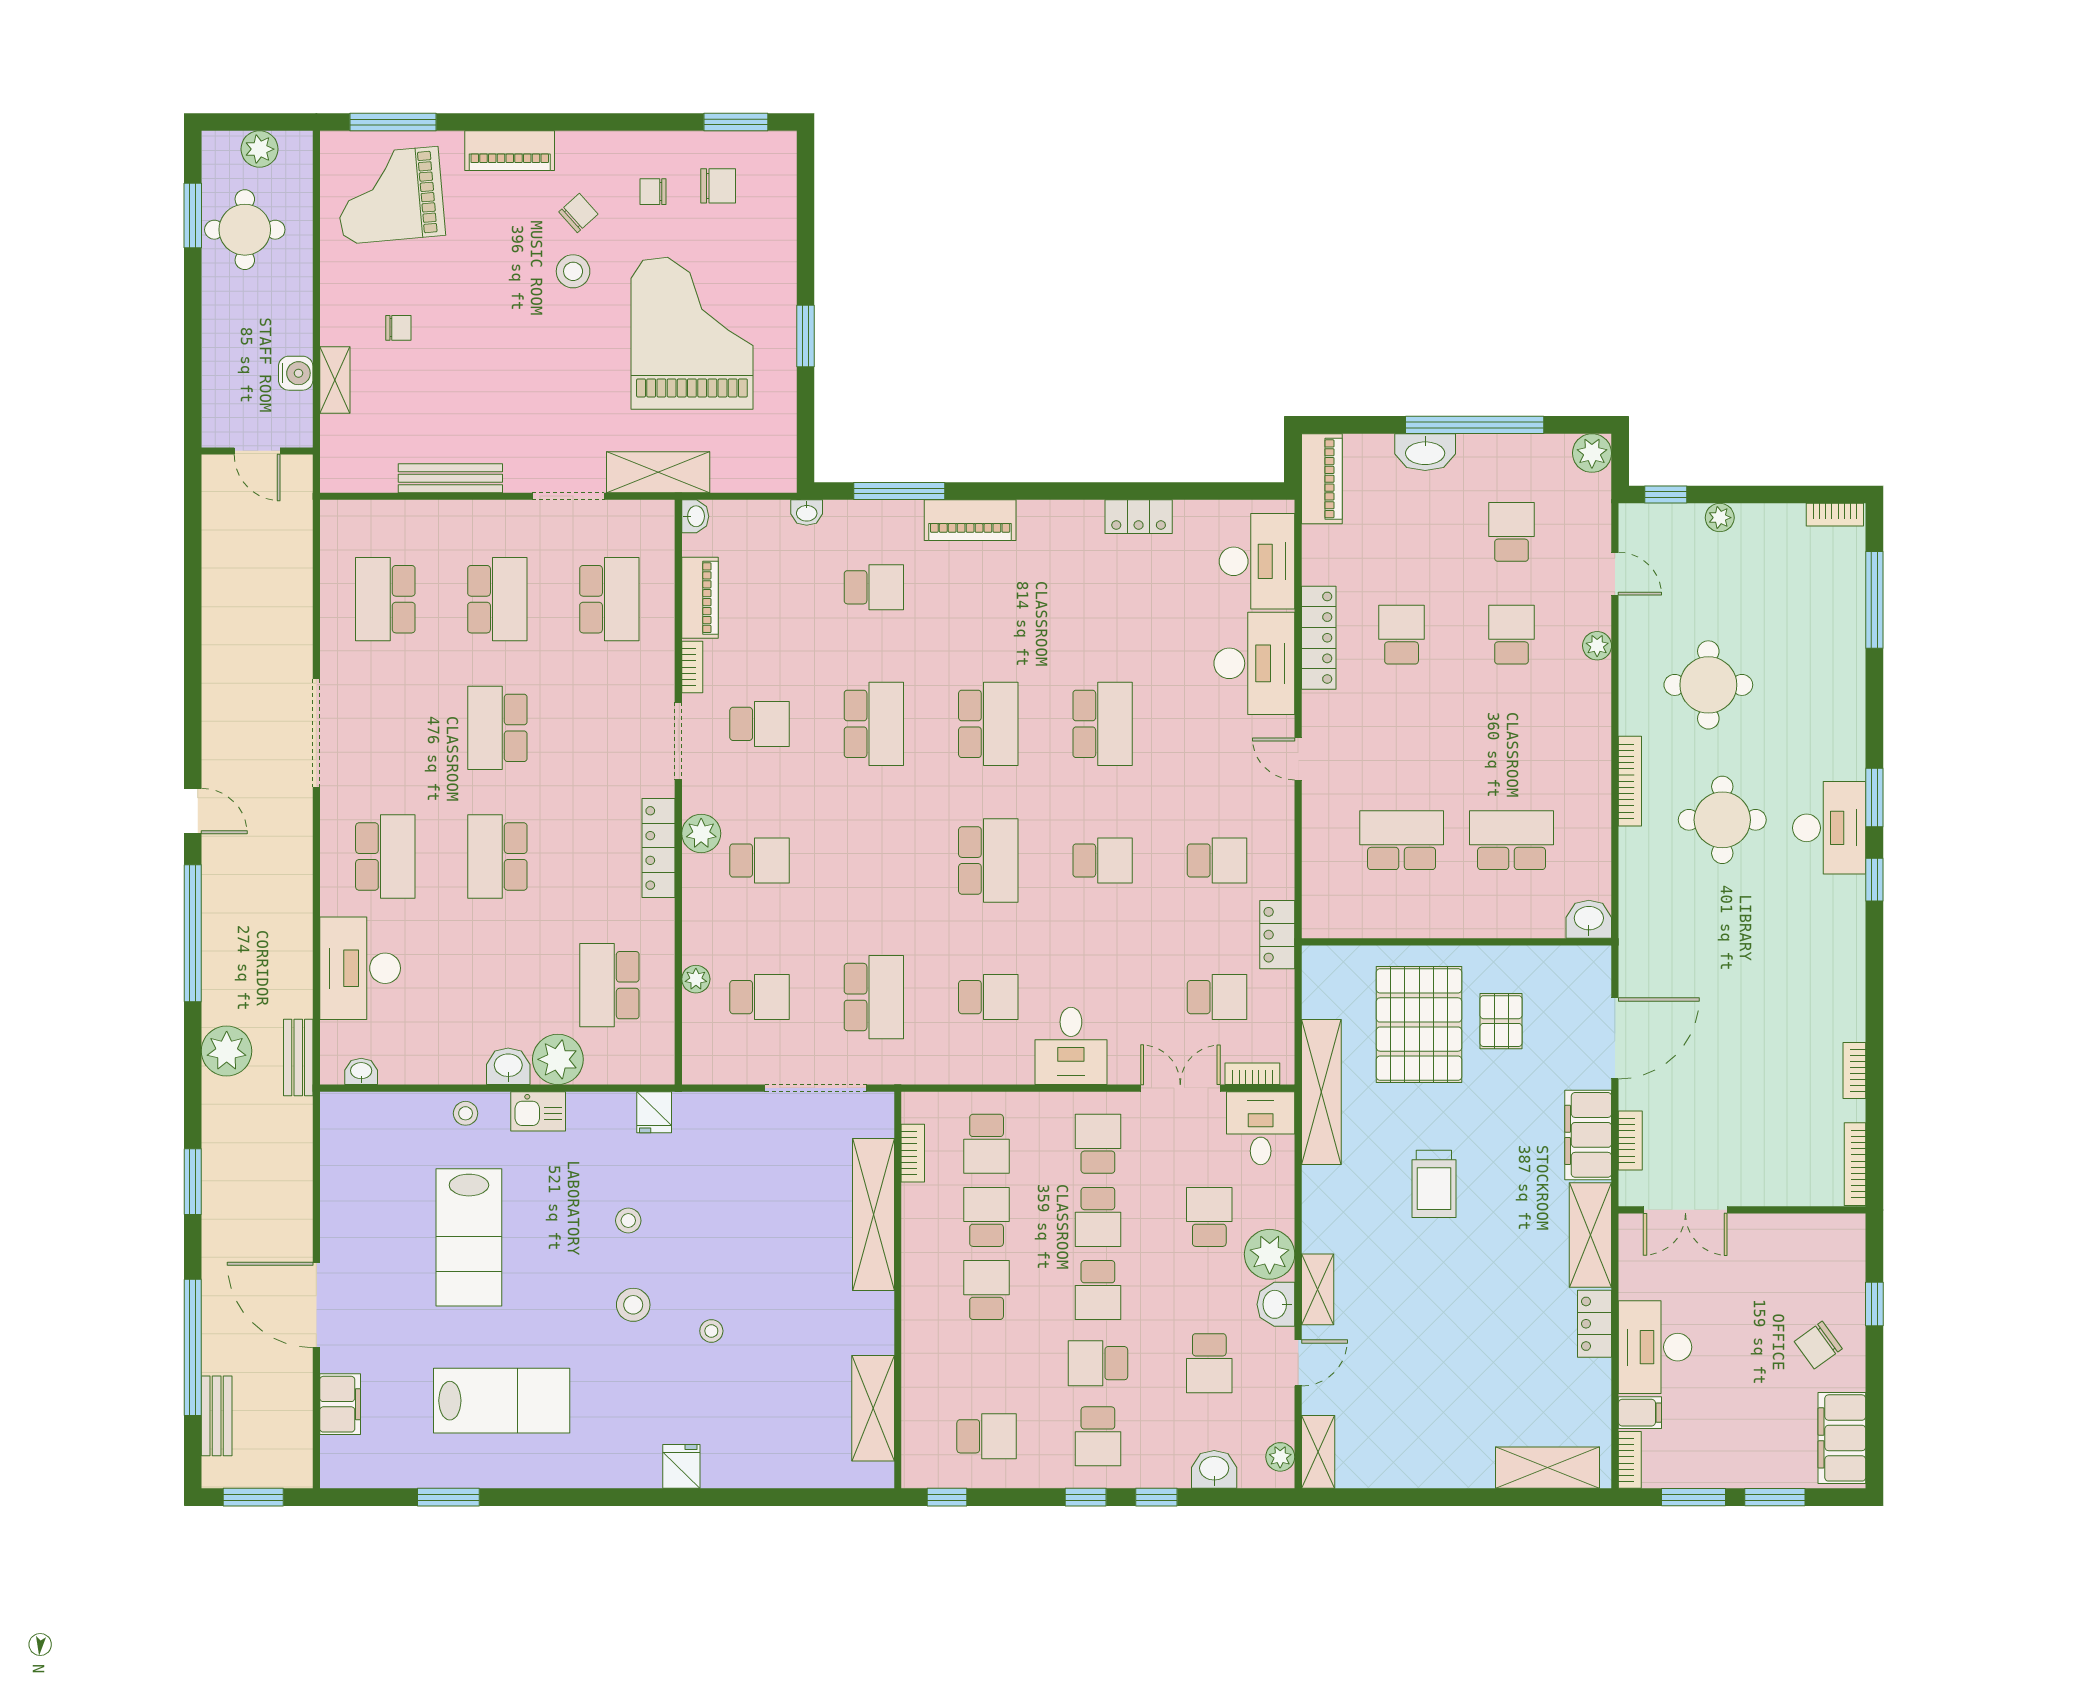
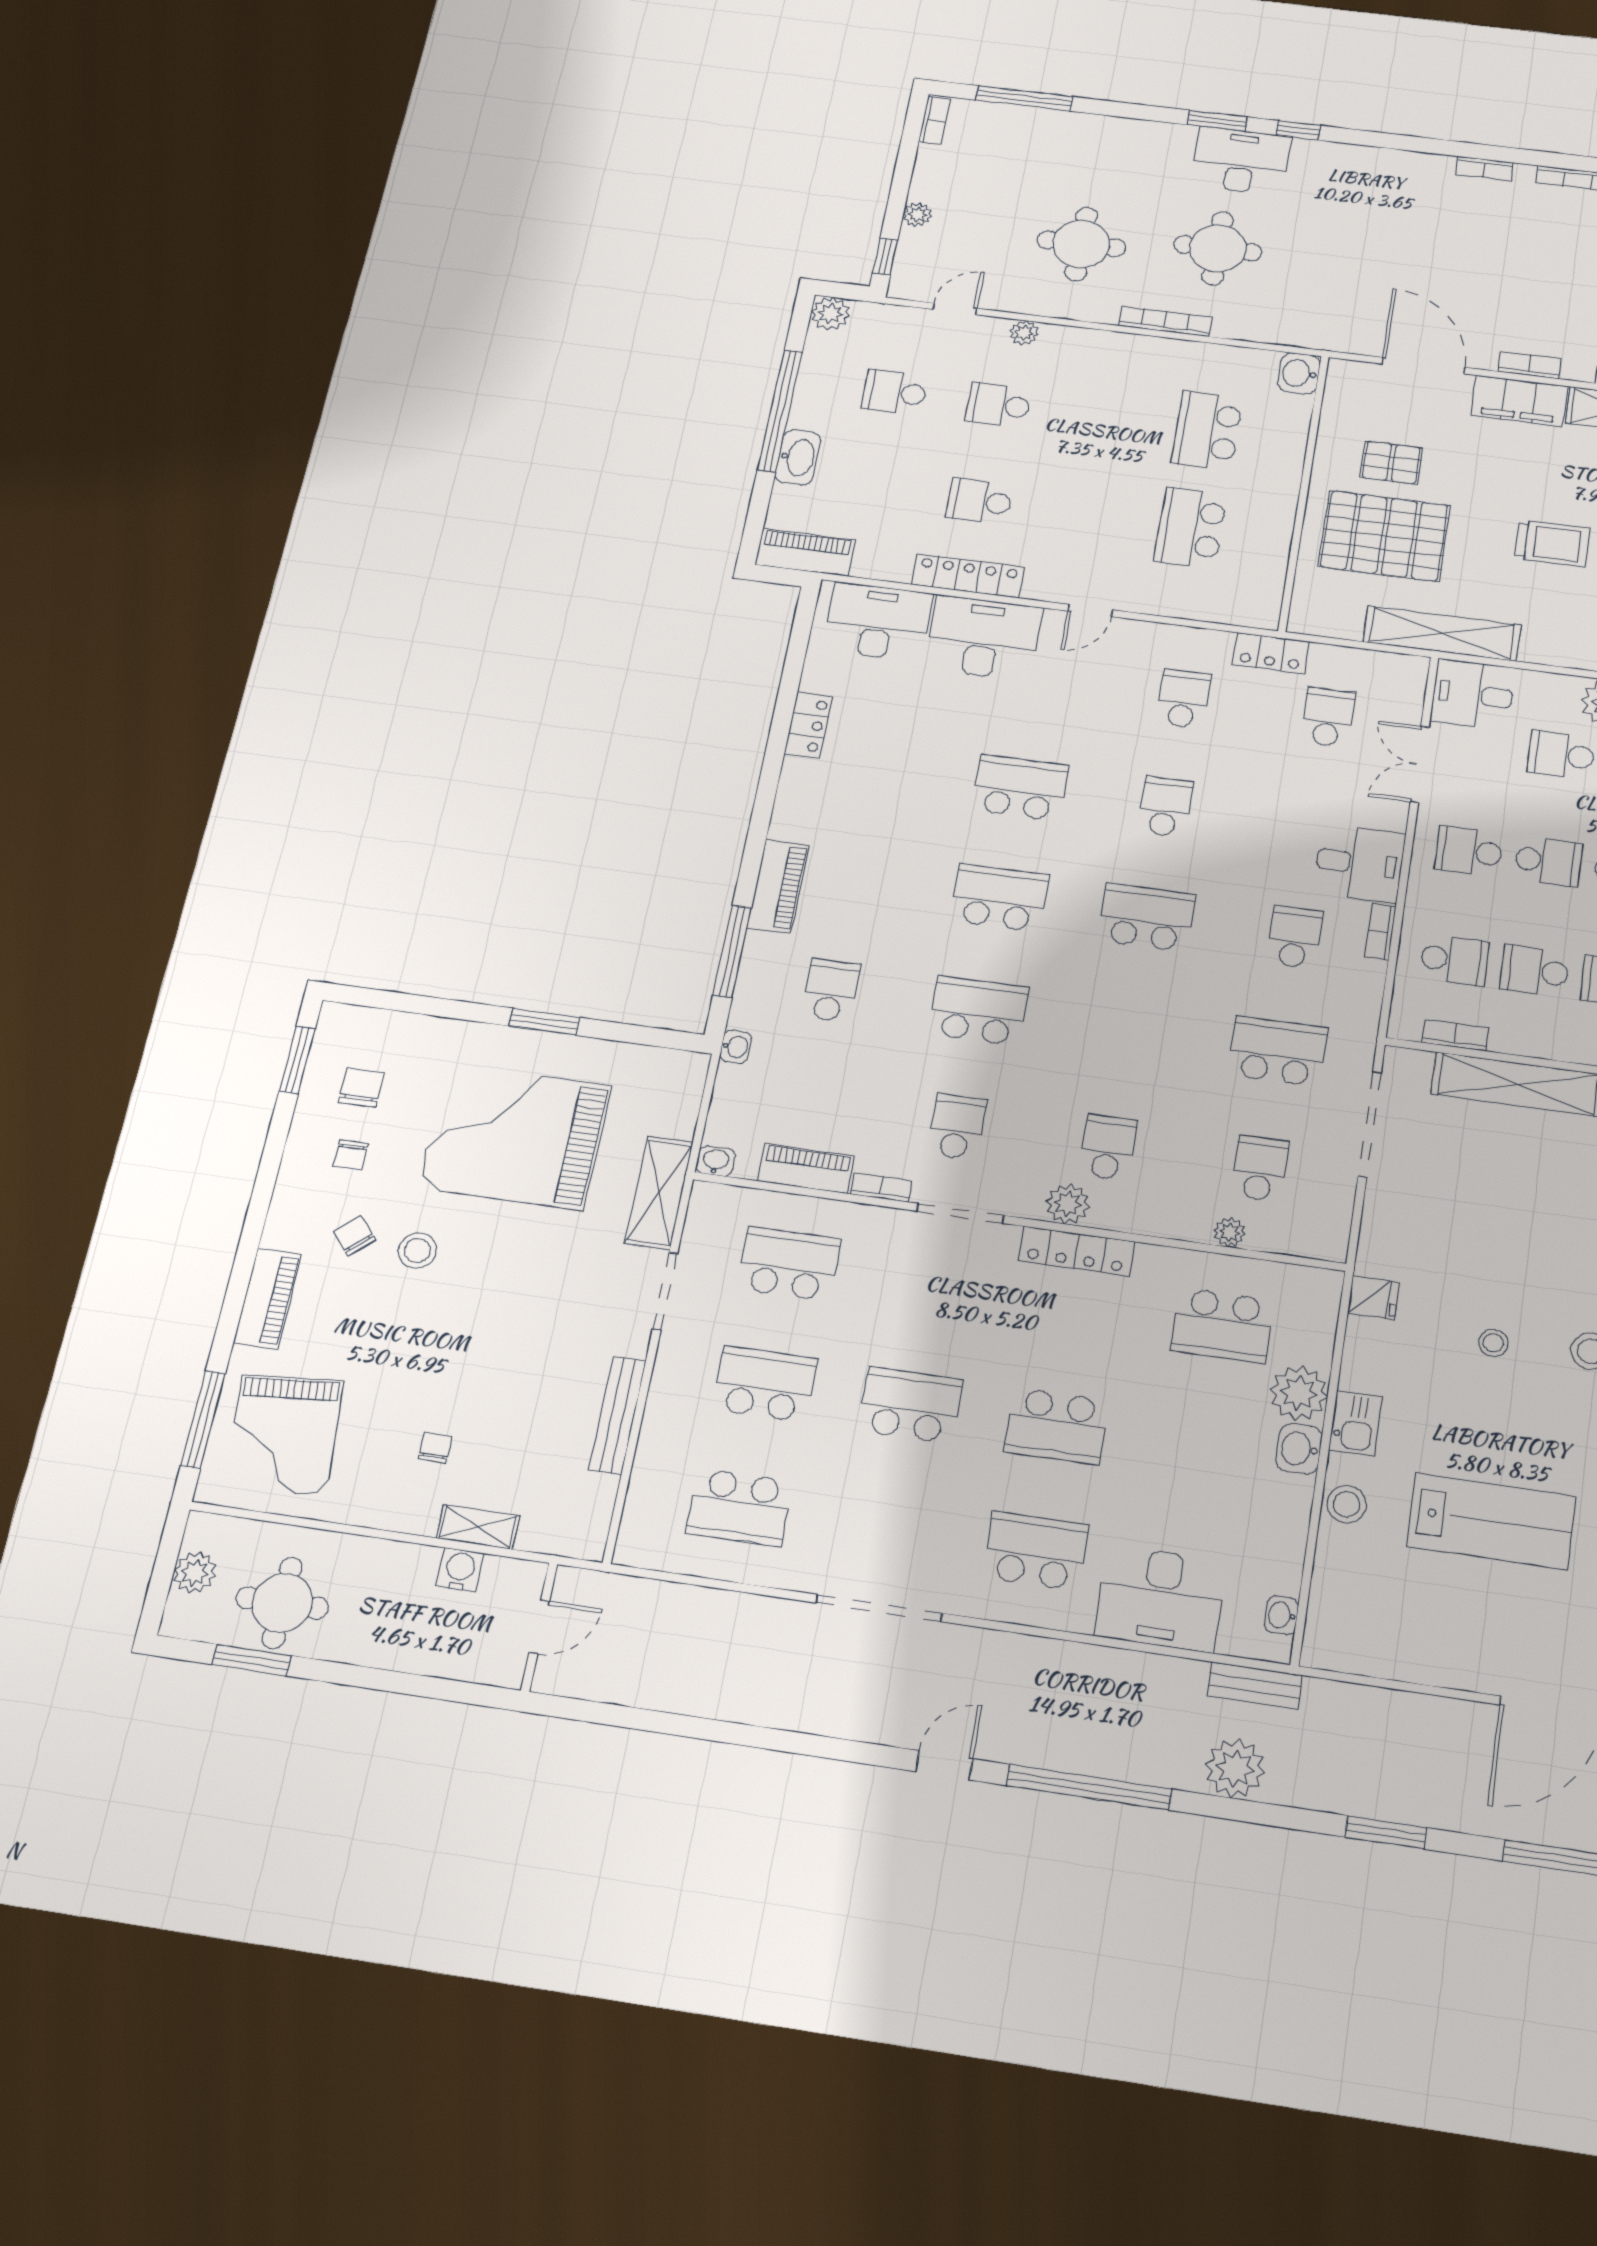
school desk: (497, 728) -> (910, 1405), turned 180
bookcase: (1252, 1074) -> (1380, 932), moved
stool: (466, 1113) -> (1347, 1504), width x1.37, depth x1.37

